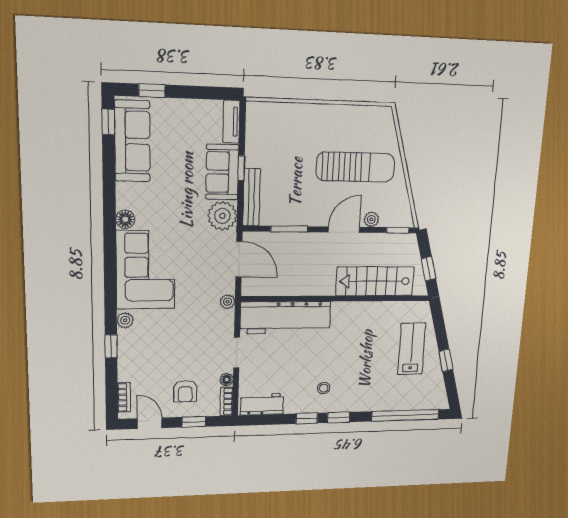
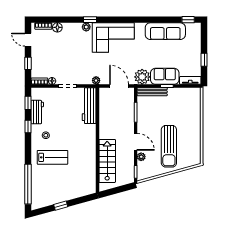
window: (152, 91) -> (204, 60), moved
sofa: (132, 141) -> (165, 31), moved
floor lamp: (125, 219) -> (57, 27), moved
door: (239, 259) -> (119, 86), swing flipped
window: (428, 269) -> (114, 191), removed
workbench: (286, 318) -> (89, 106), width x0.73, depth x0.76
window: (111, 346) -> (90, 20), moved
lab bench: (412, 349) -> (52, 157), moved
armchair: (185, 391) -> (46, 59), removed
workbench: (262, 404) -> (37, 112), moved
window: (338, 417) -> (28, 103), moved
door: (150, 423) -> (28, 40), swing flipped

